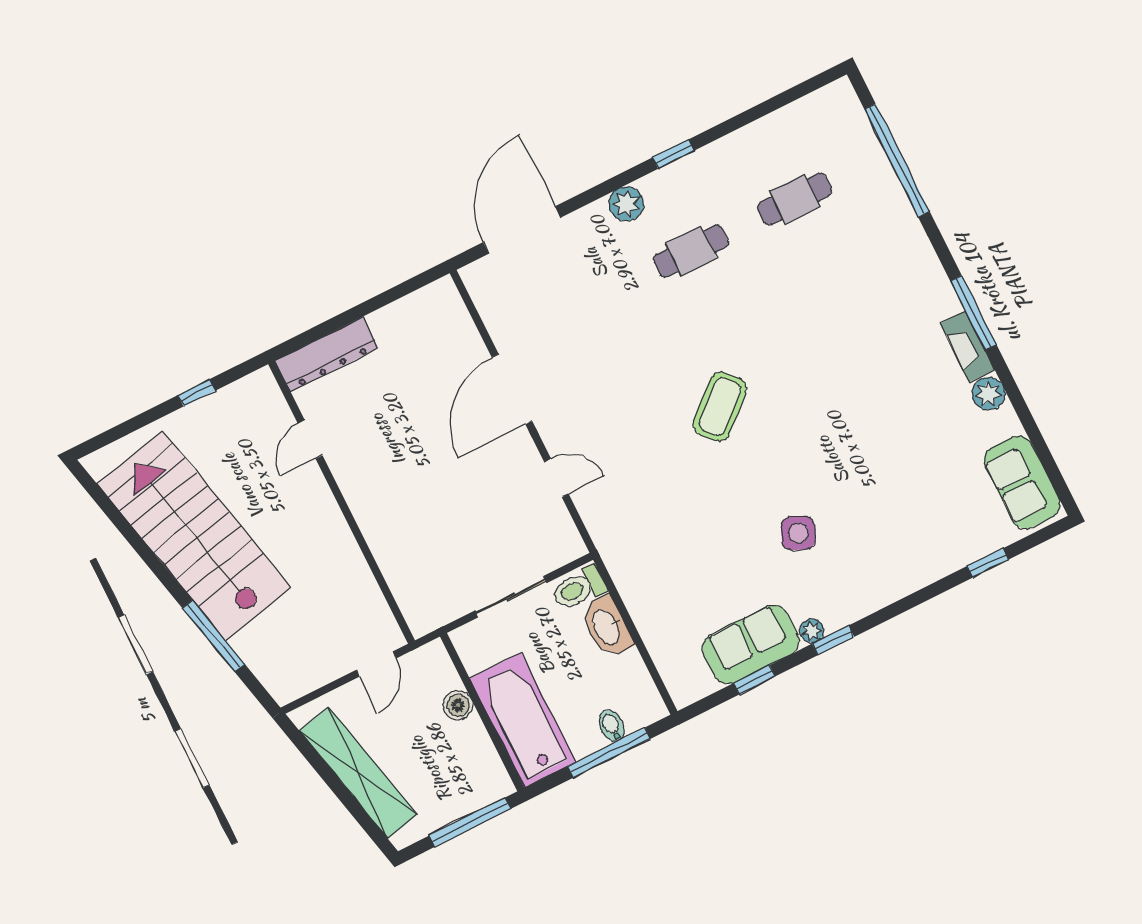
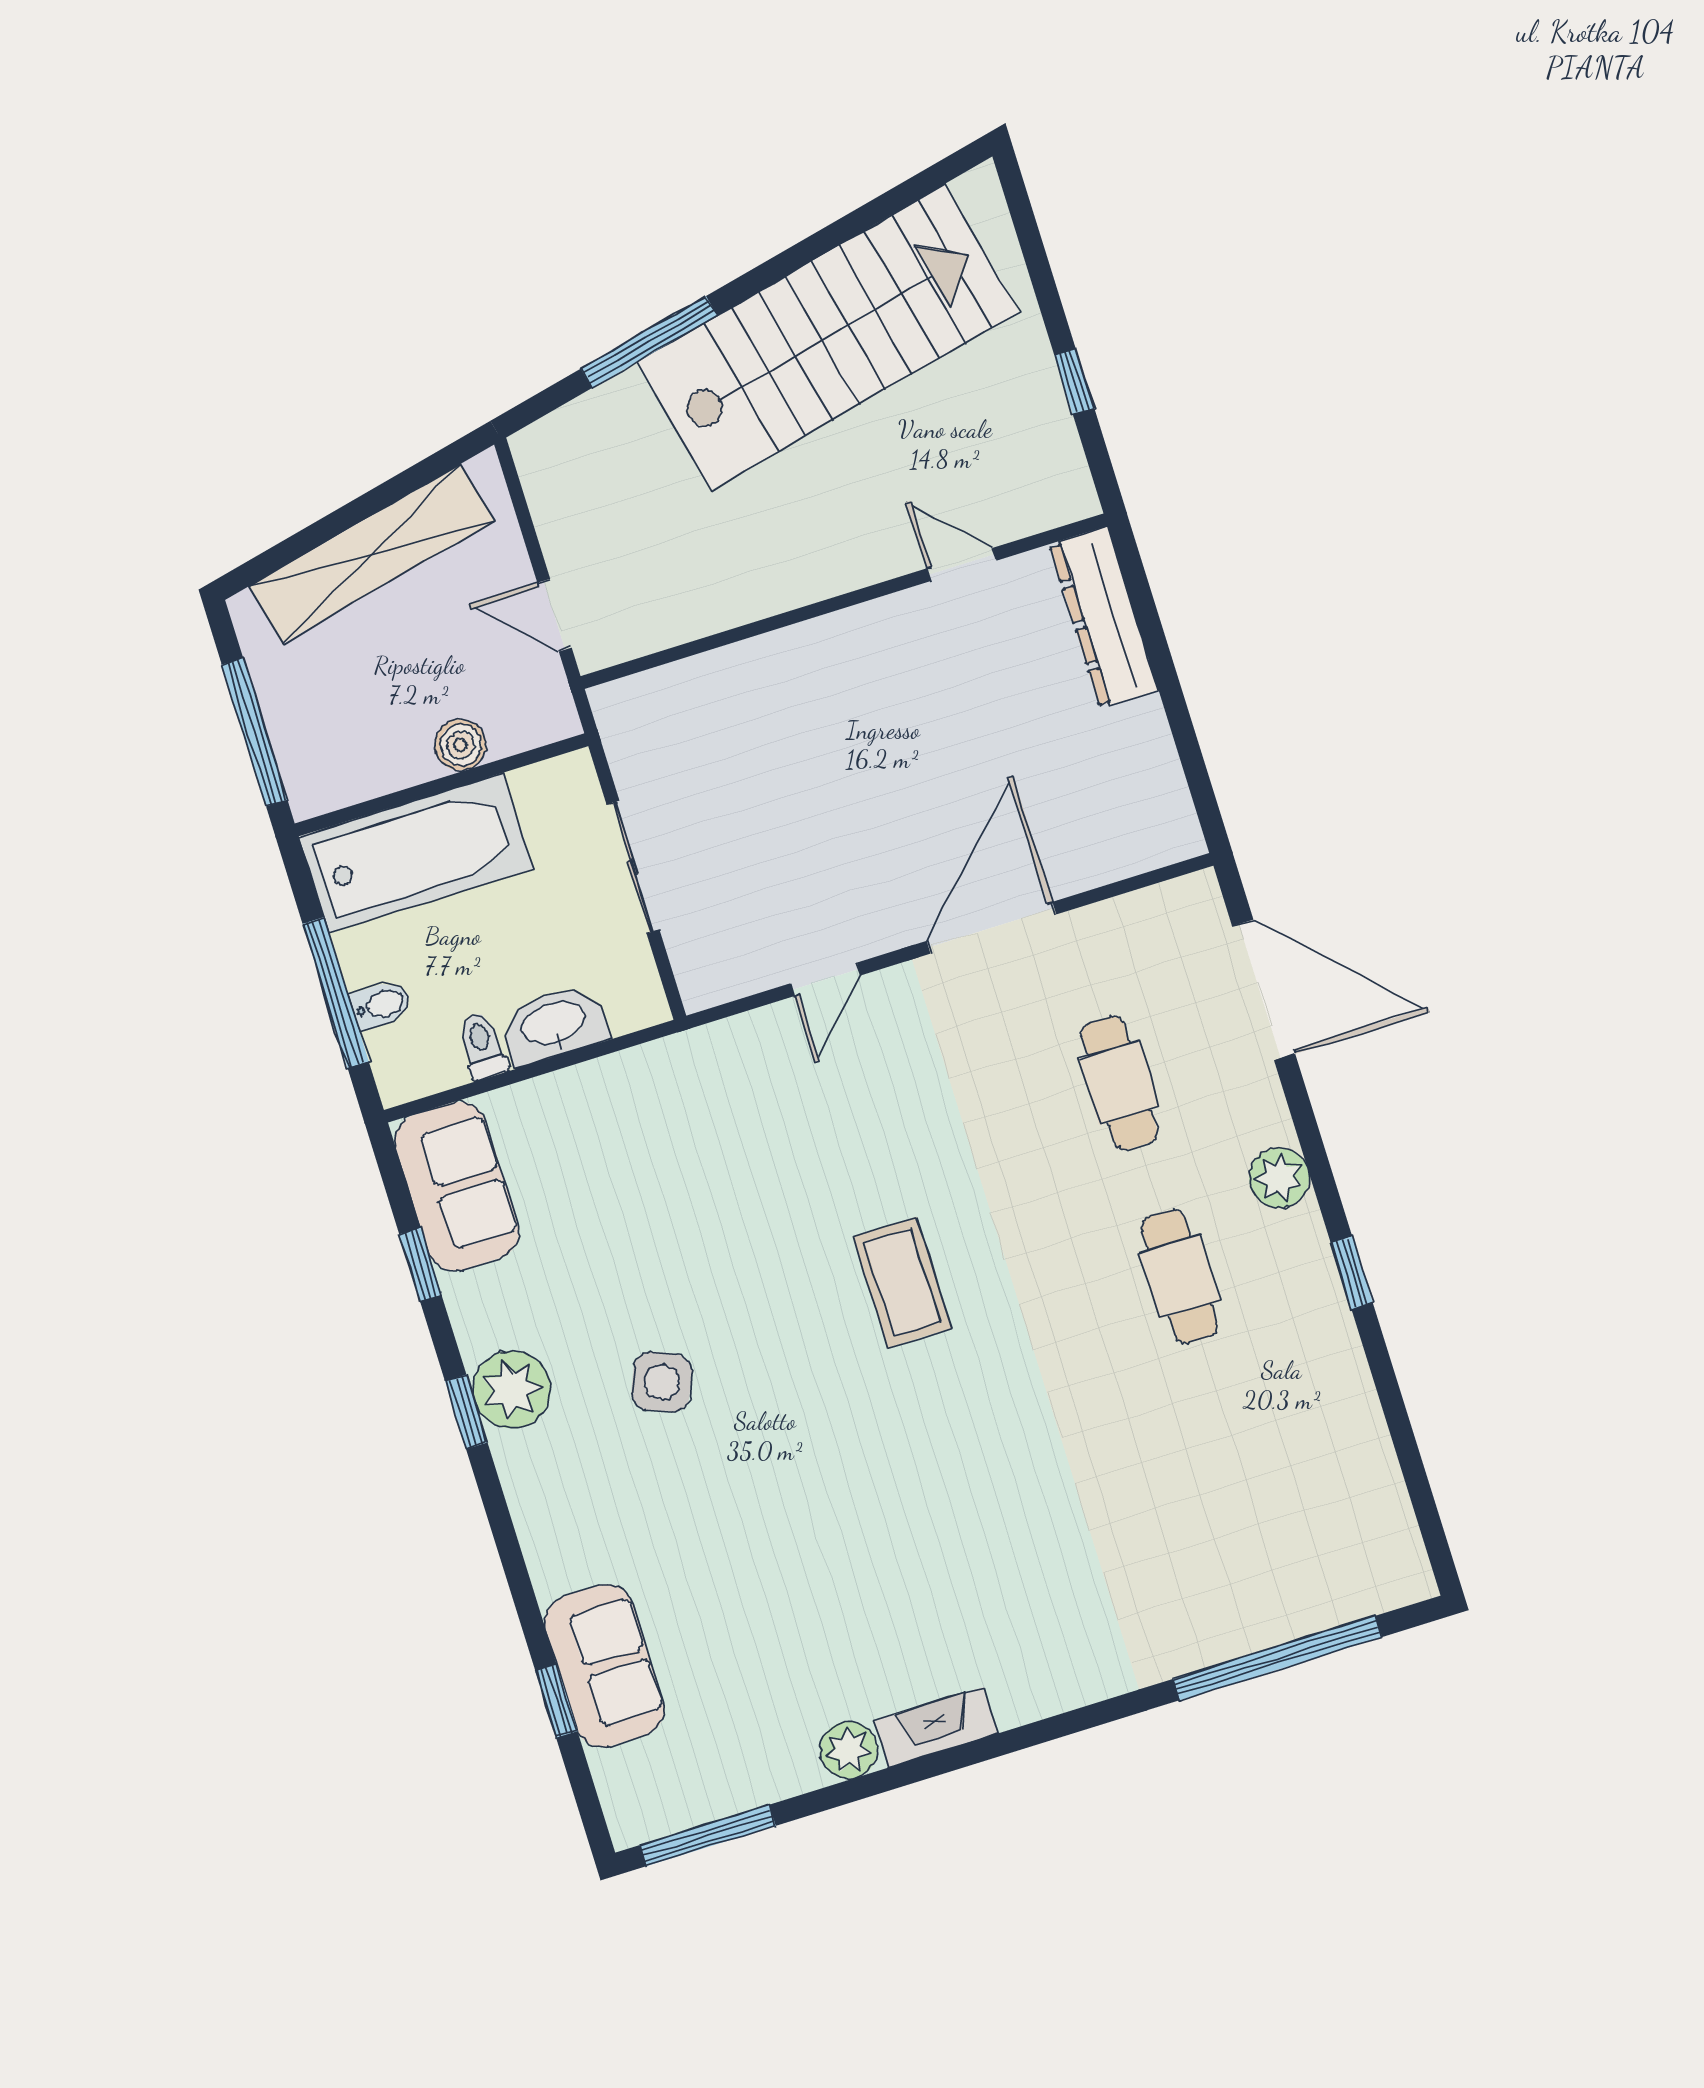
cafe table: (795, 199) -> (1119, 1083), moved
window: (973, 313) -> (708, 1836), moved
door: (512, 389) -> (991, 928), hinge flipped
coffee table: (720, 407) -> (902, 1282), turned 42
sofa: (1022, 482) -> (604, 1666), moved, turned 90
toilet: (579, 588) -> (482, 1046), moved, width x0.73, depth x0.72
plant: (812, 631) -> (512, 1390), width x1.87, depth x1.87
sofa: (751, 644) -> (457, 1186), moved

